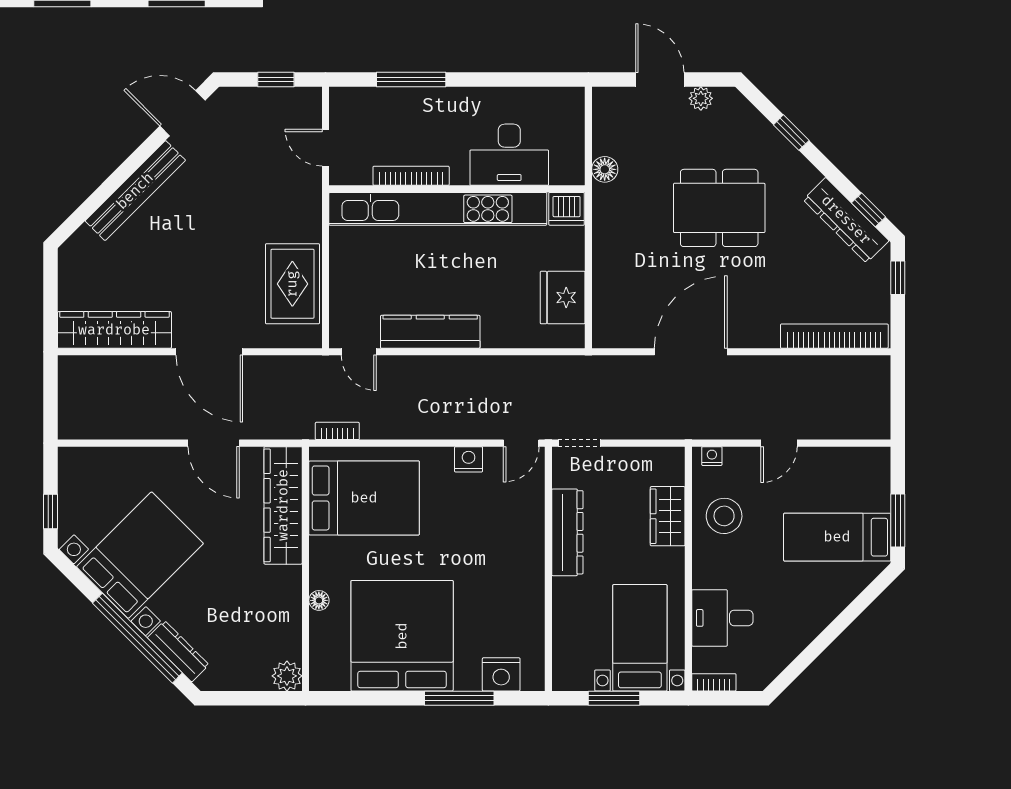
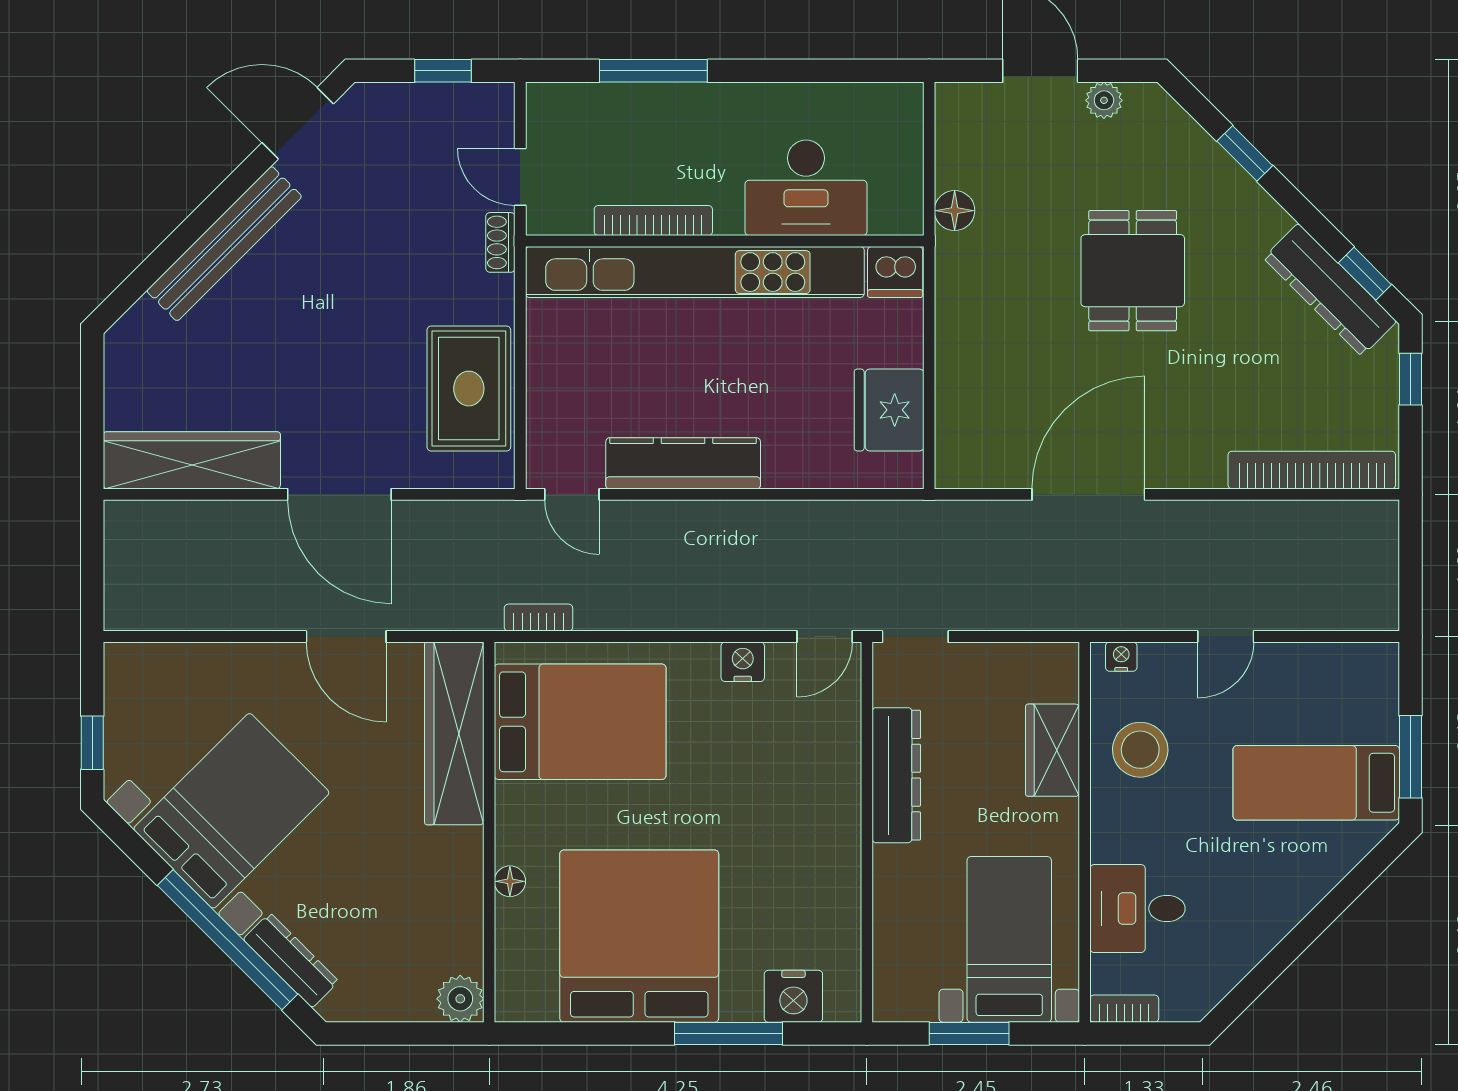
shoe rack: (313, 190) -> (500, 242), added
dining table: (719, 208) -> (1133, 271), width x0.73

